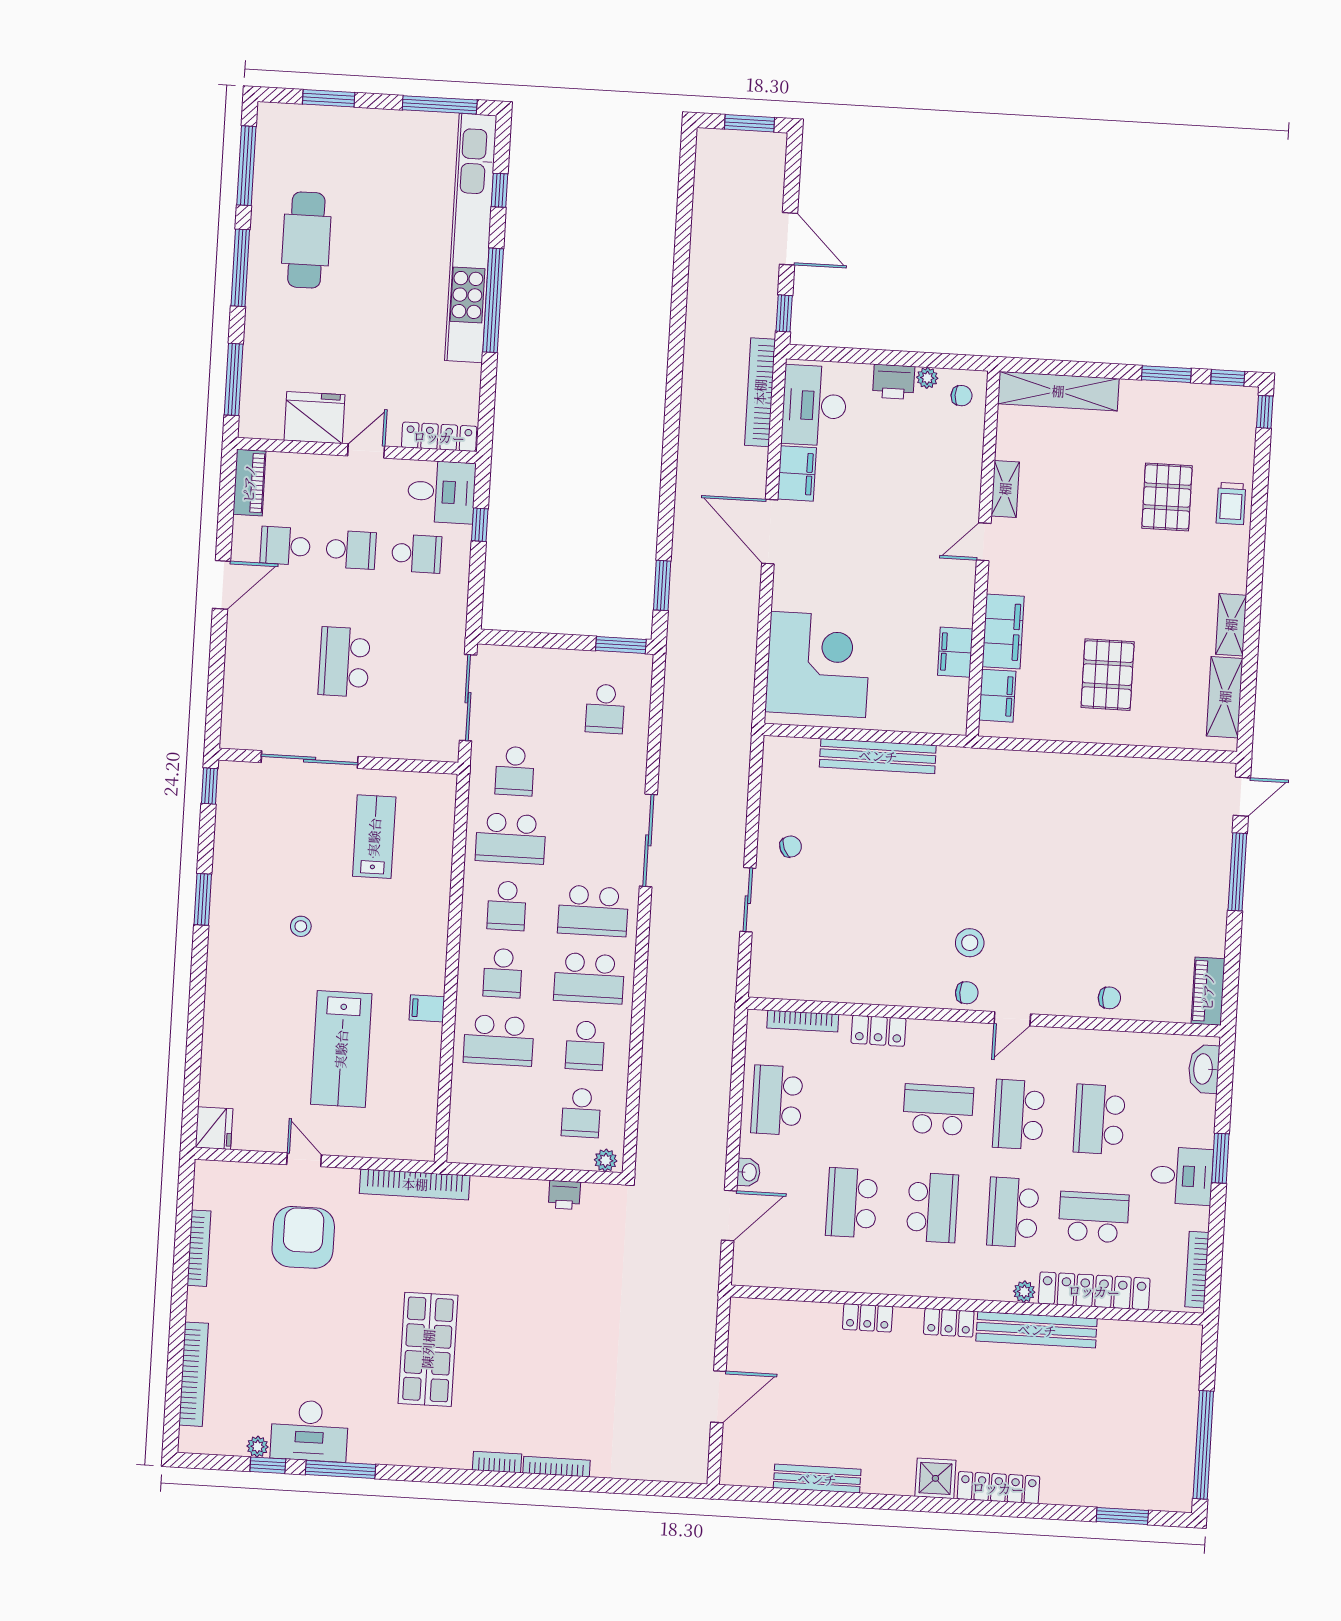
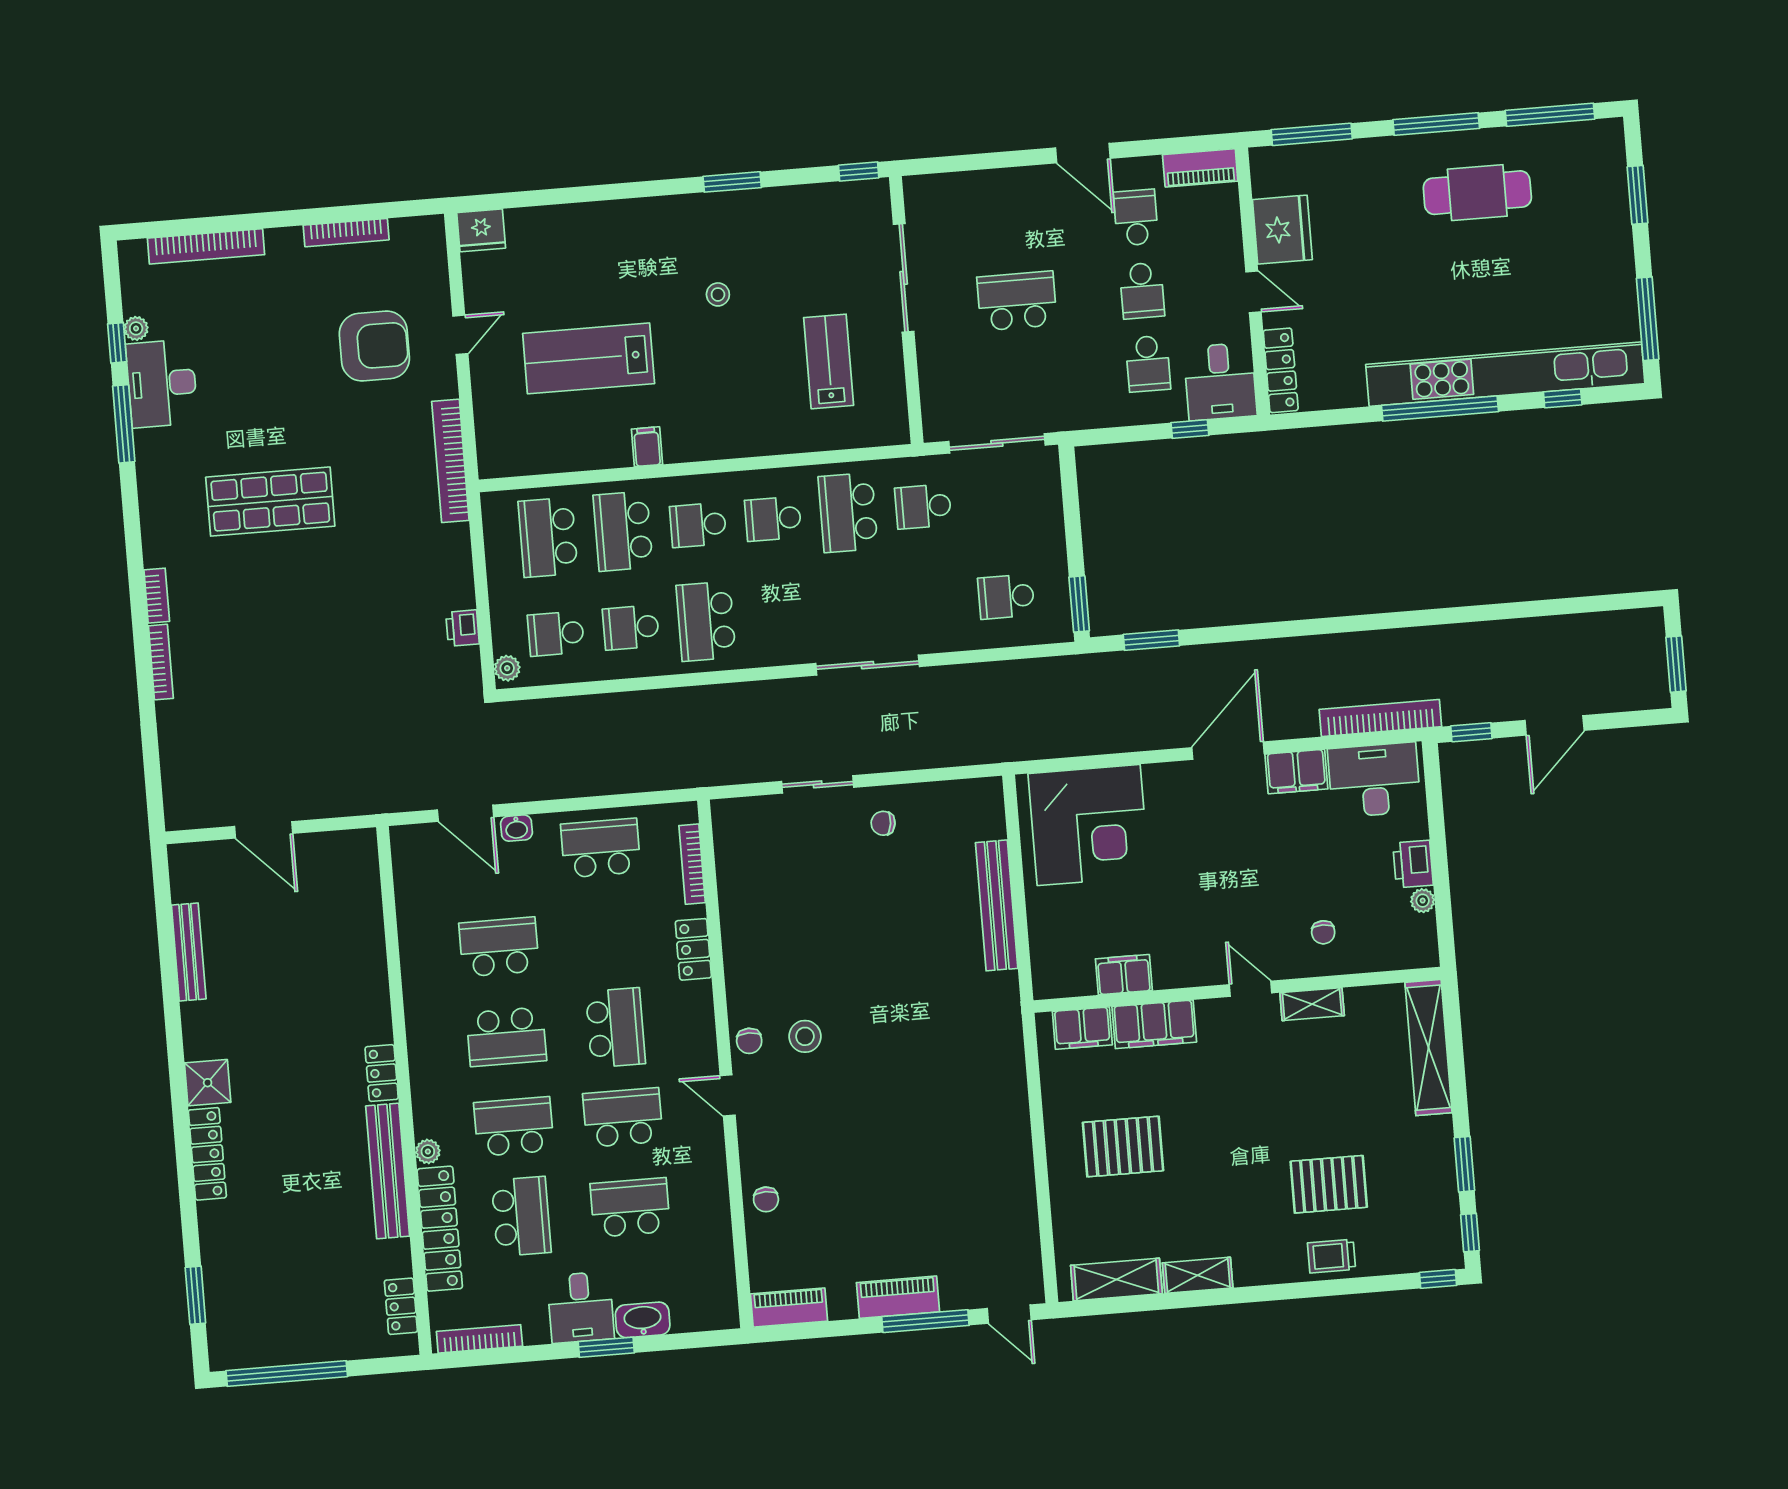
chair: (962, 396) -> (1323, 932), moved
lab bench: (374, 837) -> (829, 361), turned -90
chair: (791, 847) -> (883, 823), turned 121
piano: (1213, 893) -> (898, 1297), added
school desk: (593, 911) -> (548, 537), moved
washbasin: (1204, 1069) -> (643, 1320), moved
locker: (868, 1318) -> (401, 1306), moved

